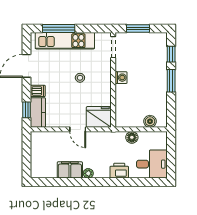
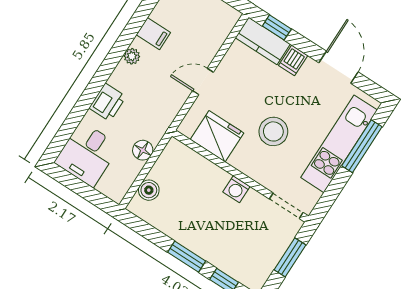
stool: (80, 78) -> (273, 131), width x1.89, depth x1.89
fridge: (99, 117) -> (217, 136), moved, turned -90
filing cabinet: (70, 170) -> (153, 34), width x0.50

